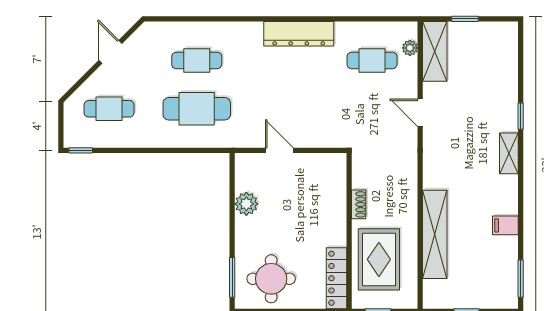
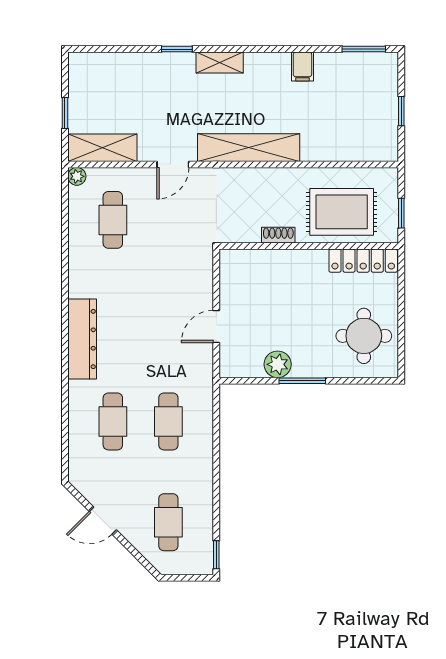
dresser: (299, 34) -> (82, 339), moved
plant: (410, 48) -> (77, 176), moved
cafe table: (197, 109) -> (168, 421), width x0.73, depth x0.74
shelving: (435, 234) -> (249, 148), moved
window: (232, 277) -> (302, 381), moved

